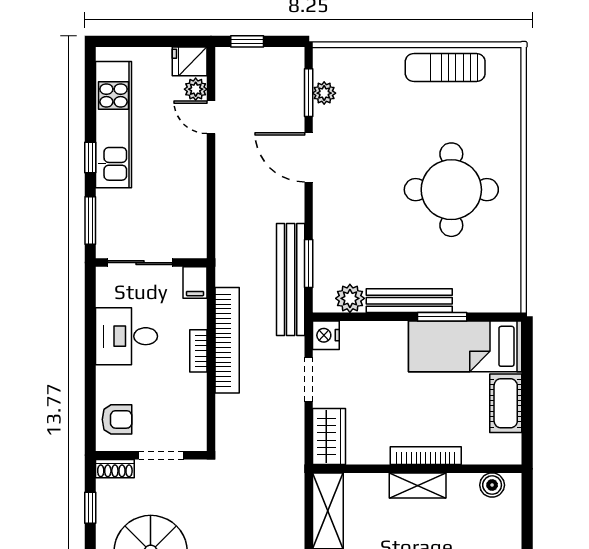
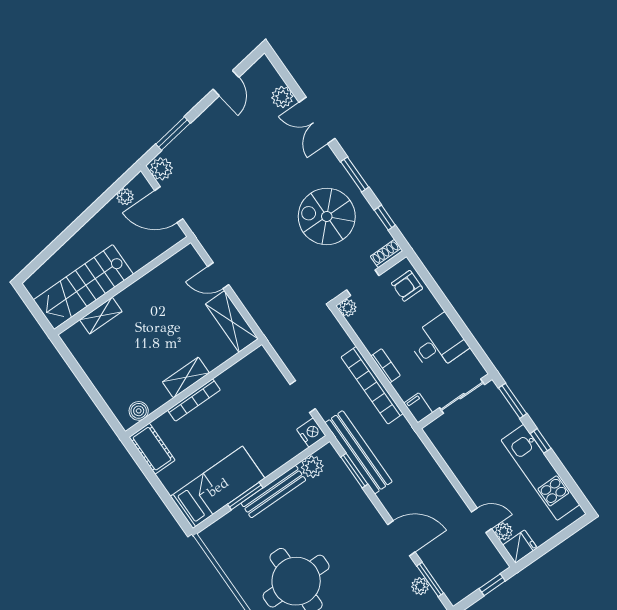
cot: (506, 403) -> (152, 449), moved
wardrobe: (329, 437) -> (264, 369), removed
plant: (196, 440) -> (348, 308), added

